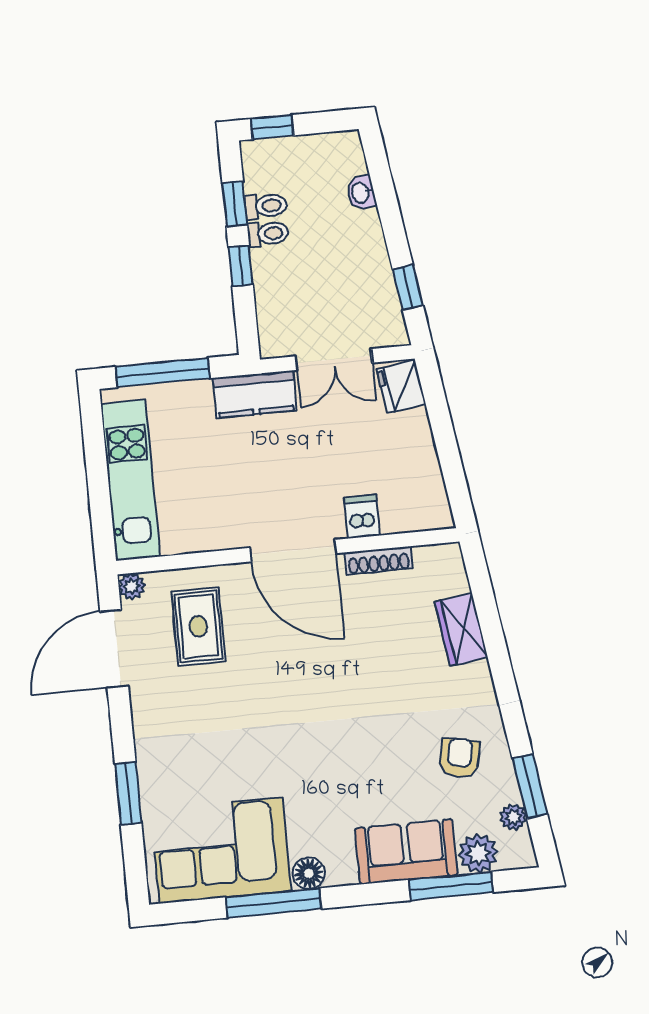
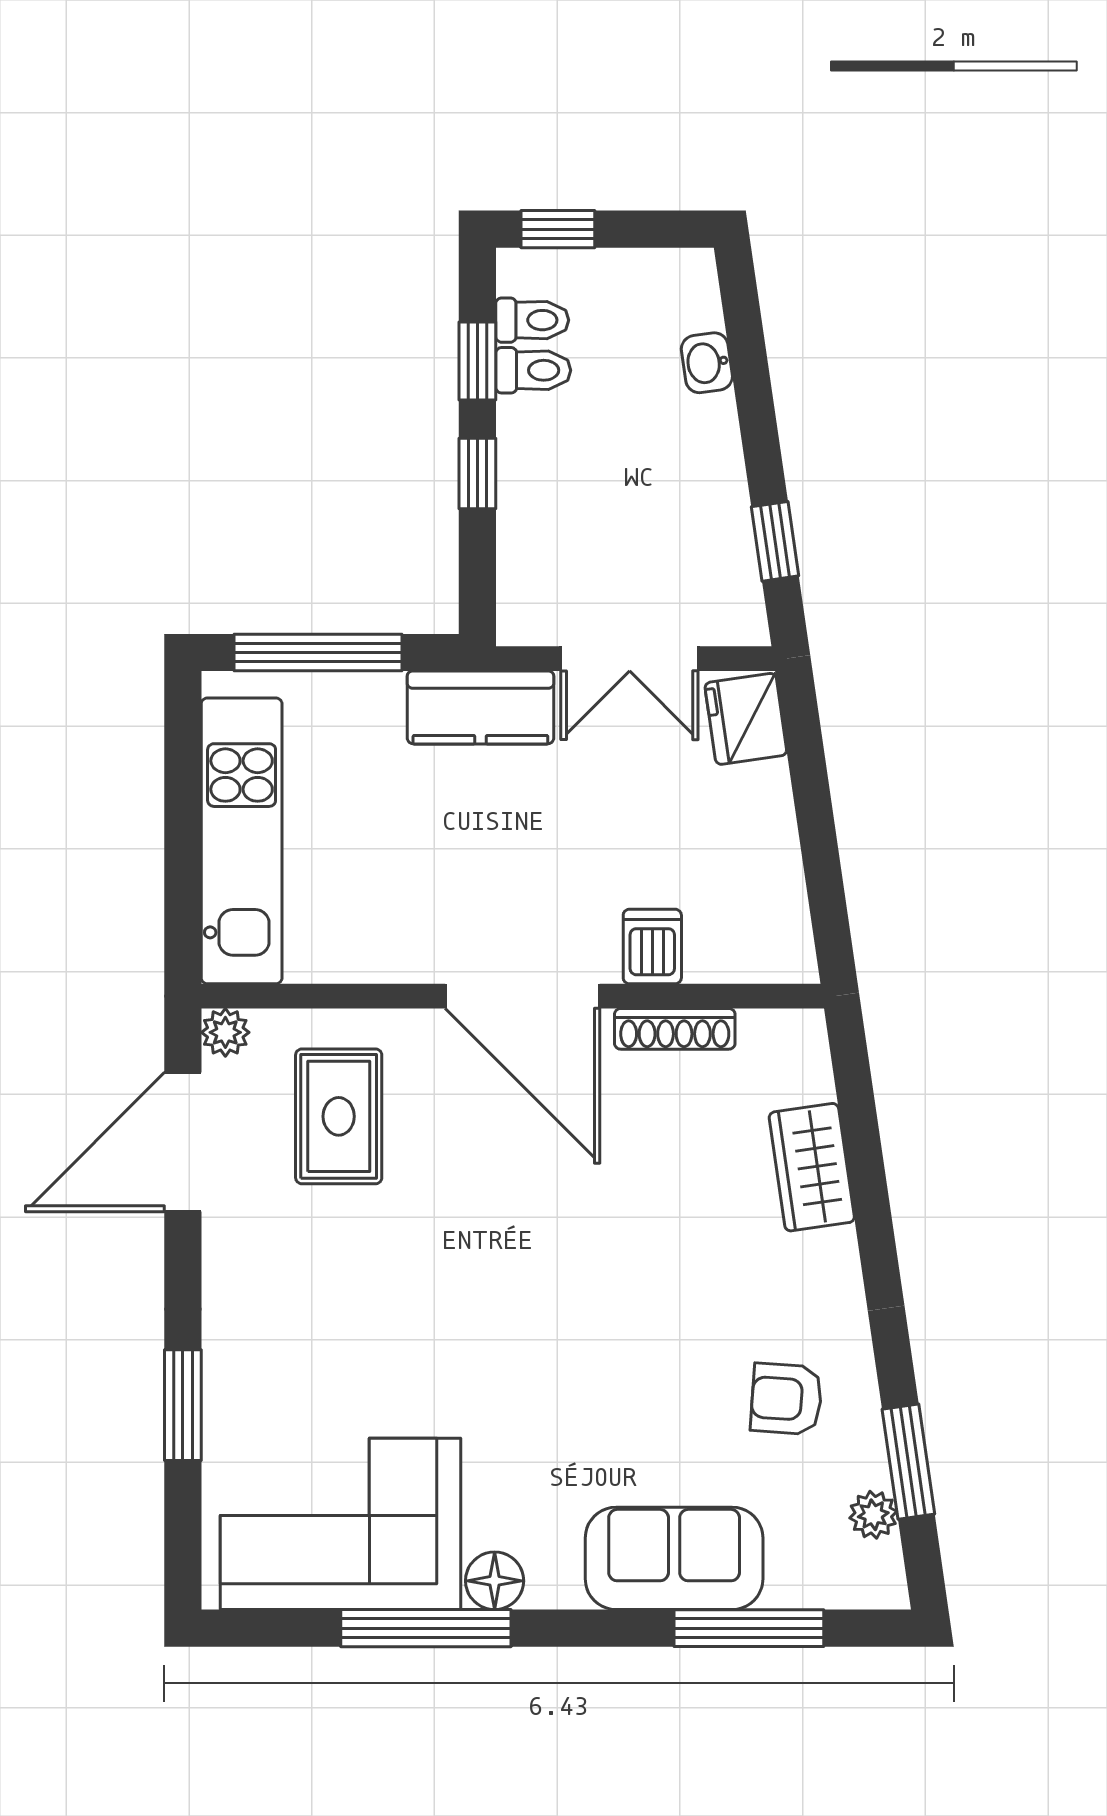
toilet: (268, 234) -> (532, 320), moved
armchair: (459, 758) -> (786, 1399), turned -97
plant: (478, 853) -> (804, 1574), removed

